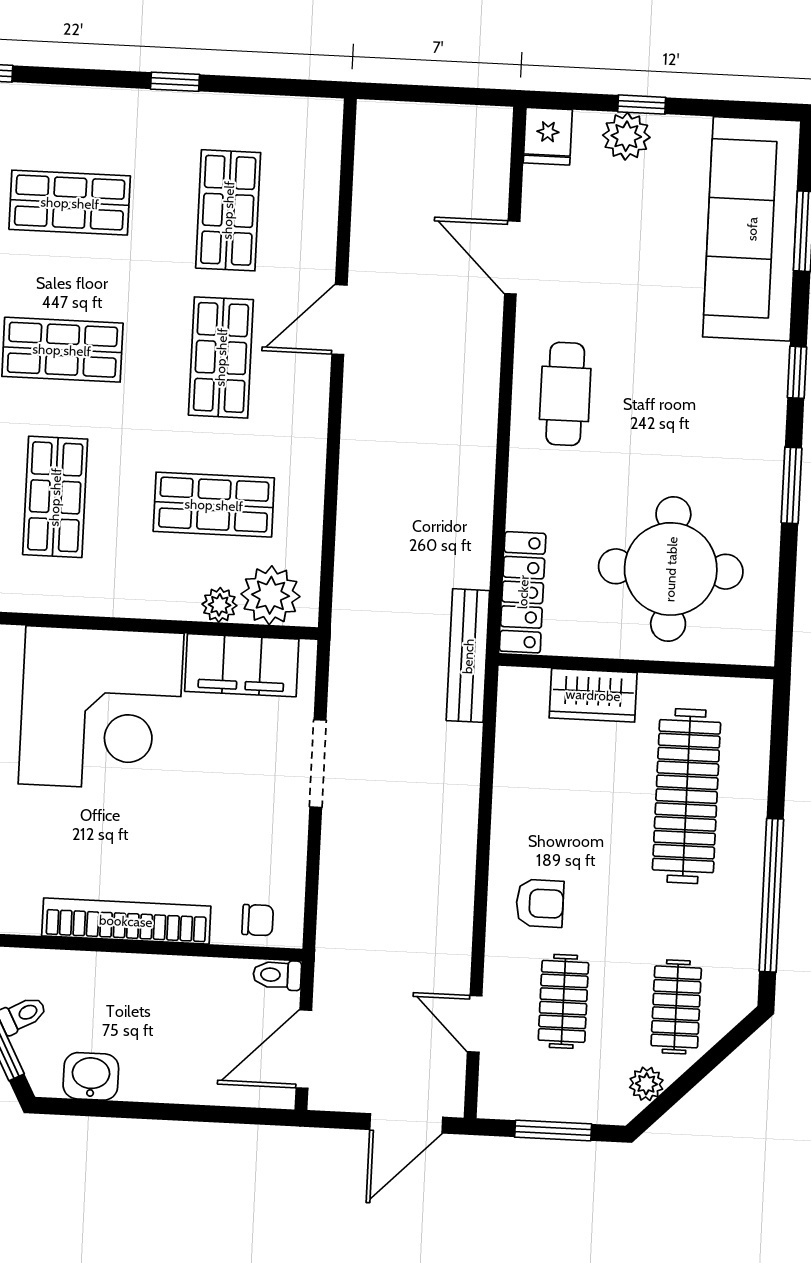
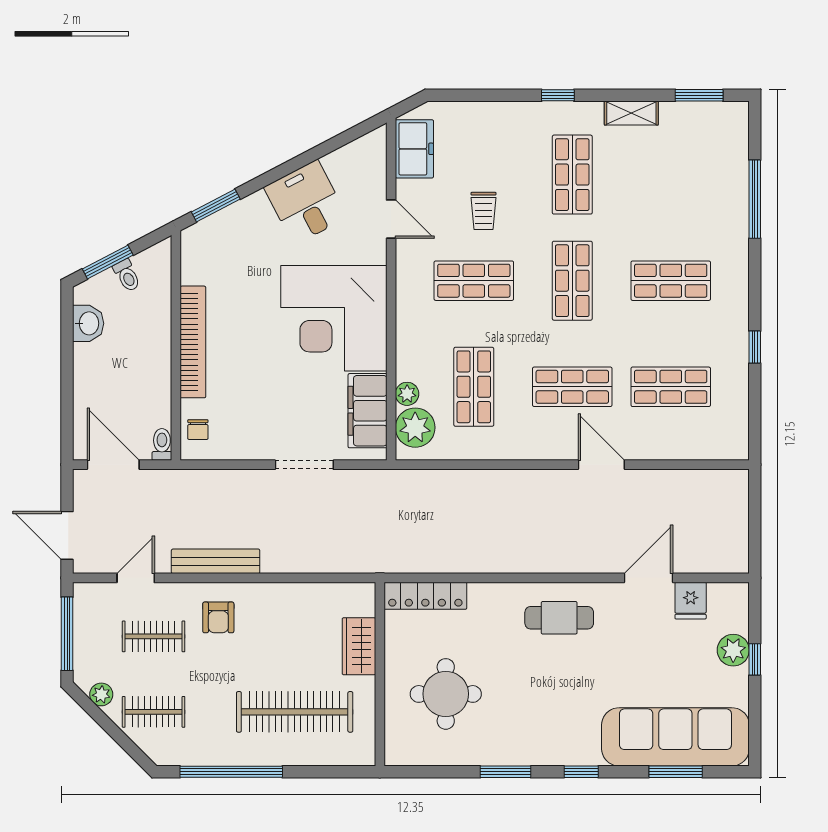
fridge: (548, 136) -> (691, 601), moved, turned -90
shop shelf: (70, 203) -> (671, 281), turned 90
round table: (671, 569) -> (446, 694), width x0.73, depth x0.73
bench: (468, 656) -> (216, 561), moved
window: (553, 1131) -> (67, 634), width x1.44

